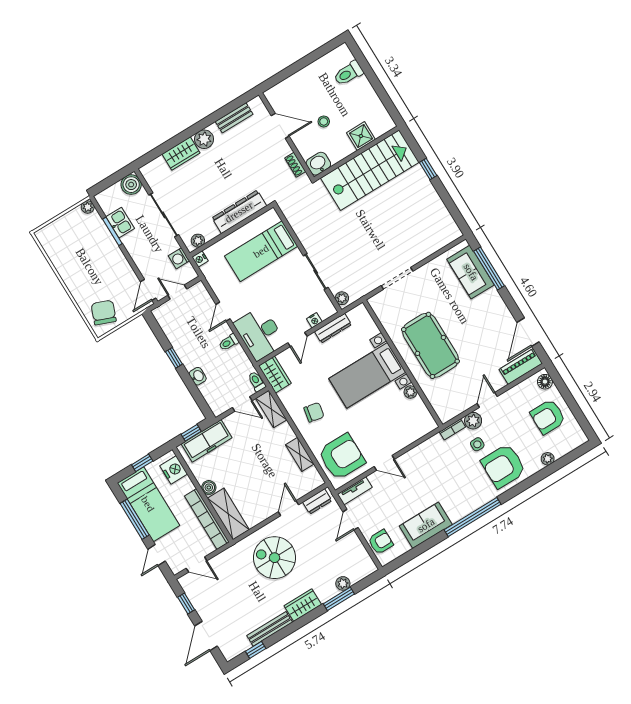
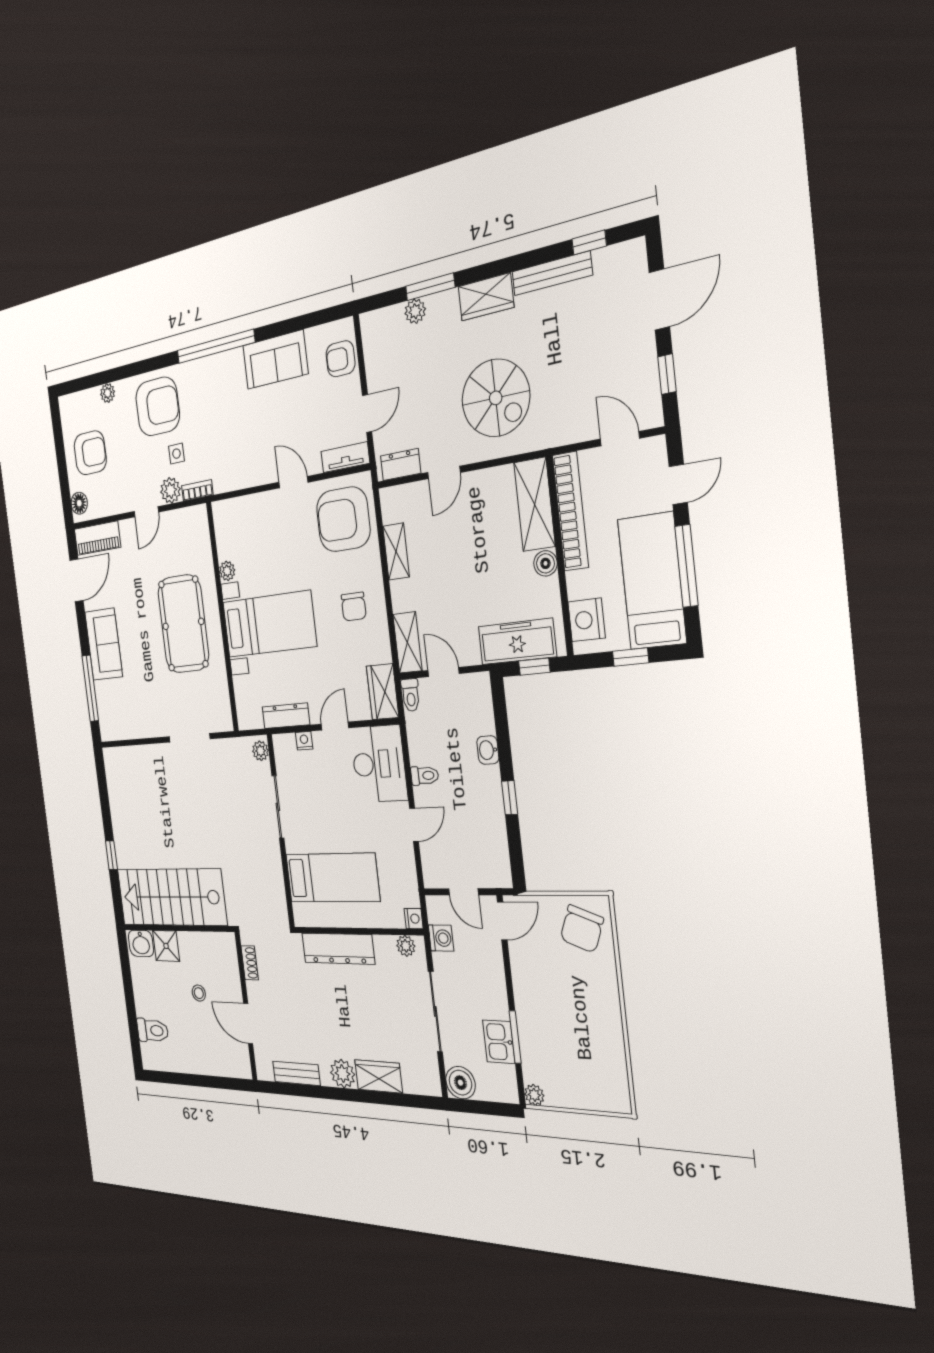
washbasin: (318, 164) -> (141, 943), moved
sofa: (471, 272) -> (104, 644), moved
chair: (314, 412) -> (354, 607), turned -101

